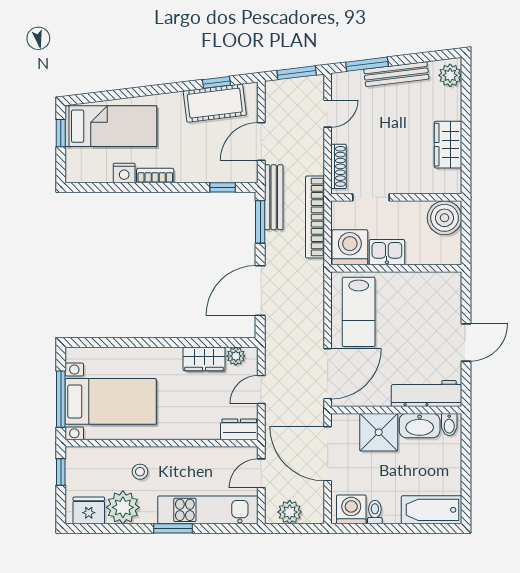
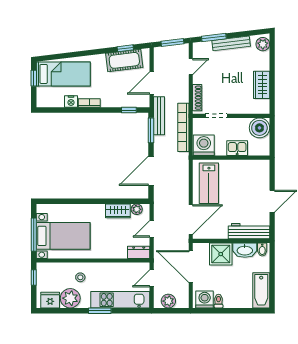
kitchen sink: (387, 252) -> (237, 148), moved
bathtub: (432, 510) -> (261, 290), moved, turned -90

